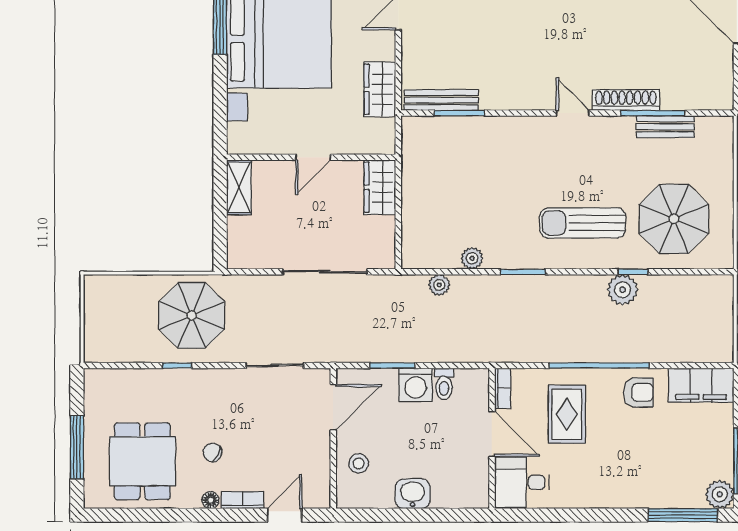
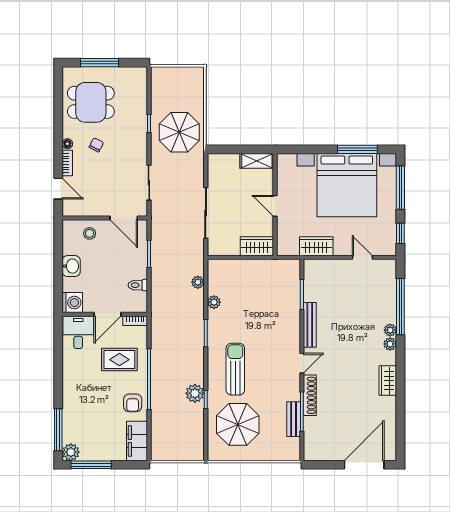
bench: (441, 100) -> (310, 325), moved
washing machine: (416, 385) -> (72, 303), moved, turned 180

